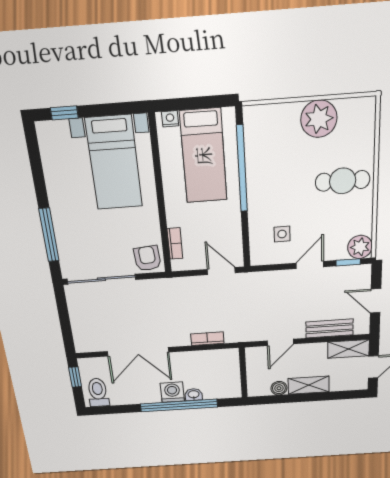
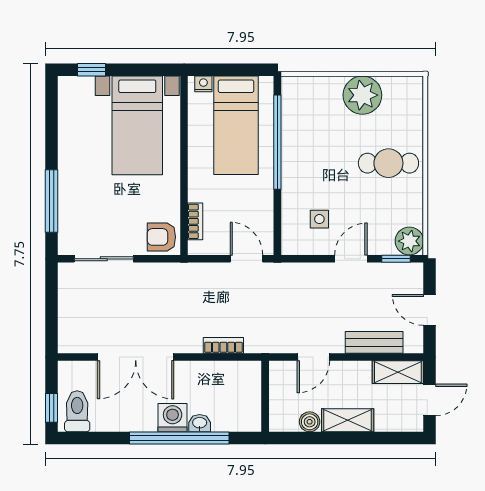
armchair: (148, 258) -> (161, 237), turned -85
sliding door: (101, 279) -> (104, 259), width x0.73
window: (75, 377) -> (51, 408), moved

